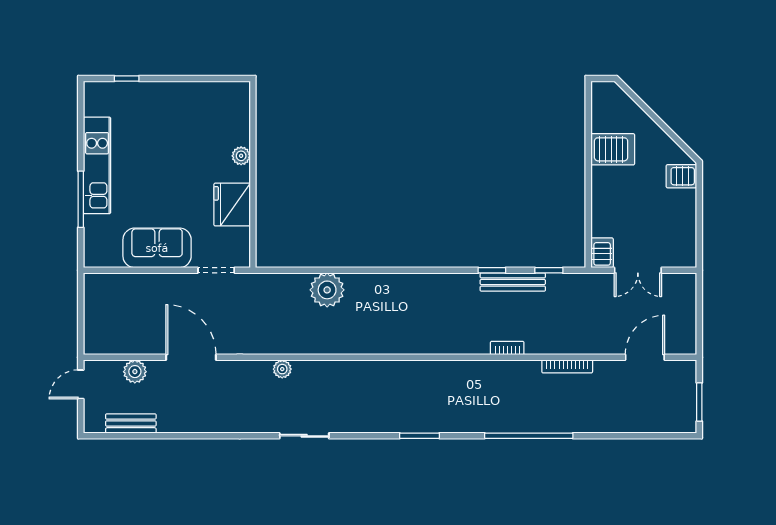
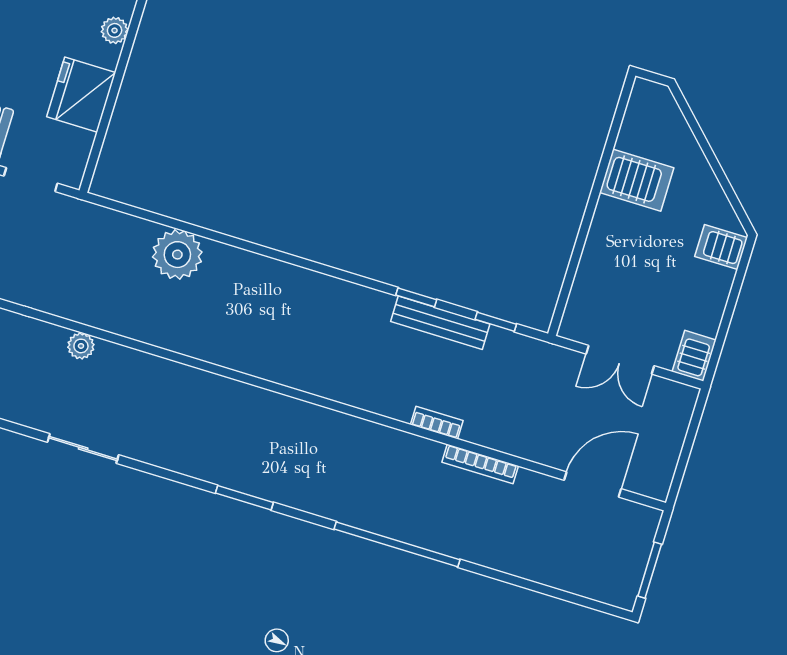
server rack: (602, 253) -> (694, 356), moved
bookcase: (507, 348) -> (437, 423), moved

